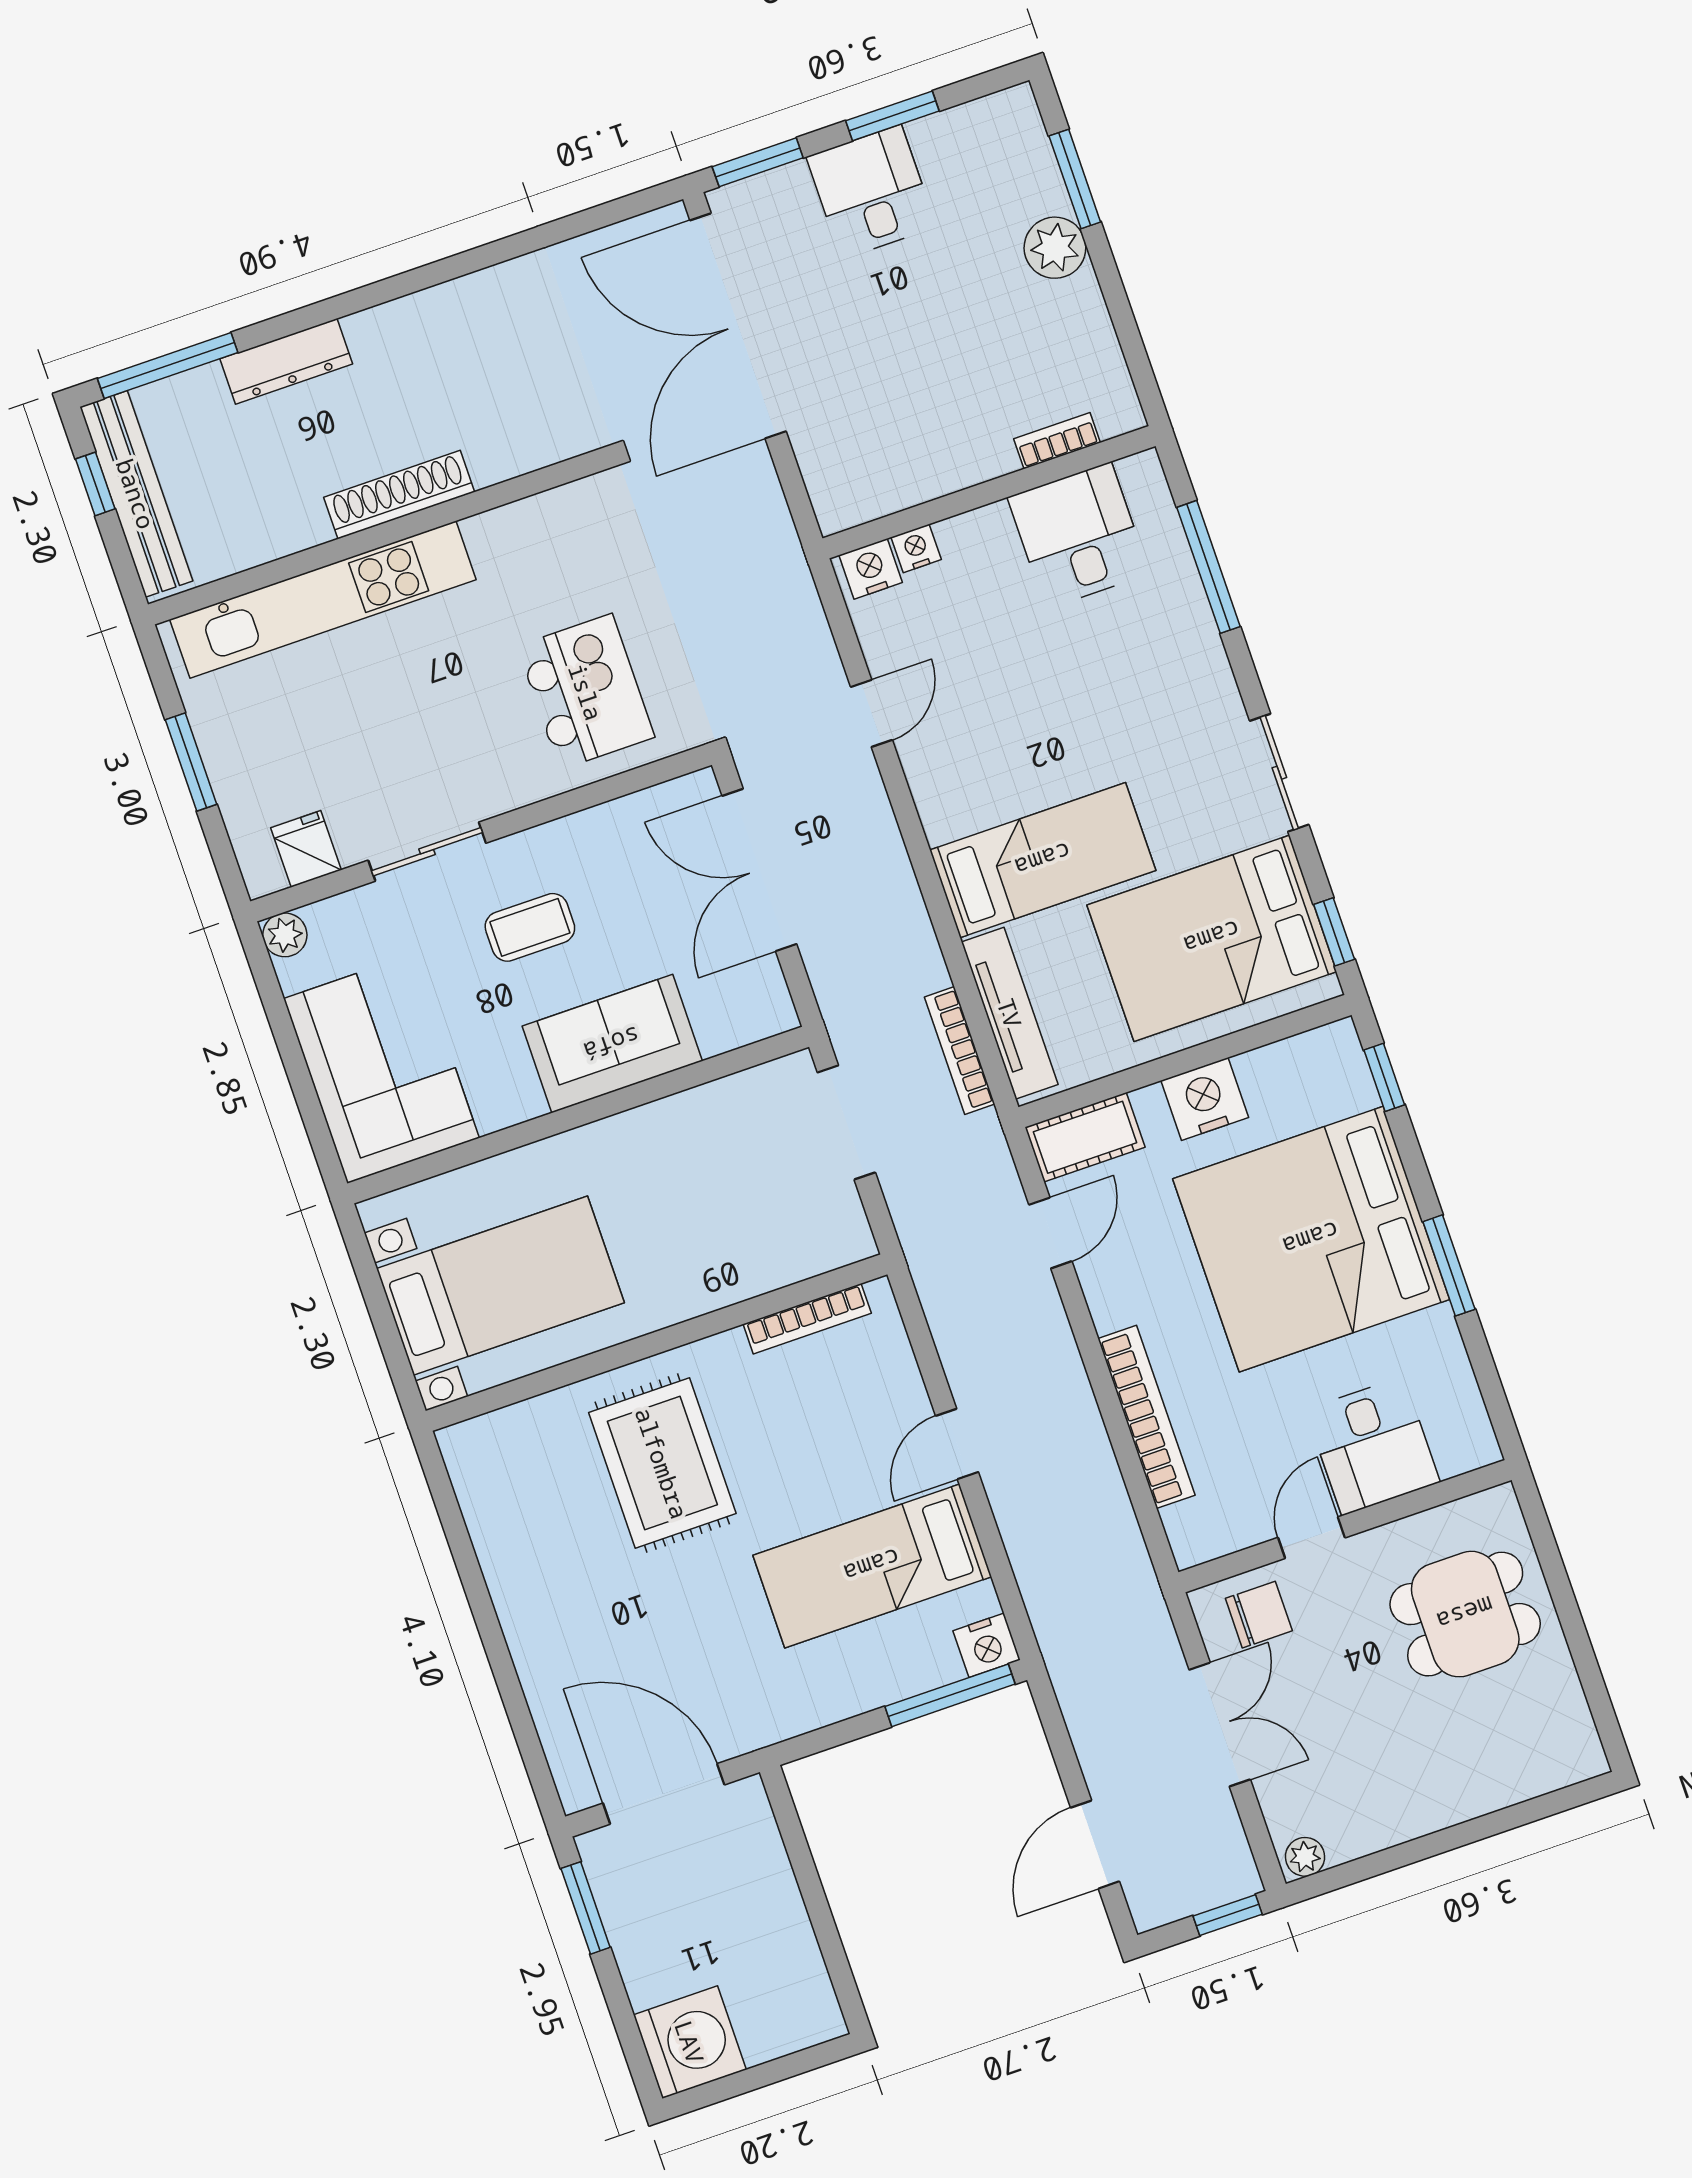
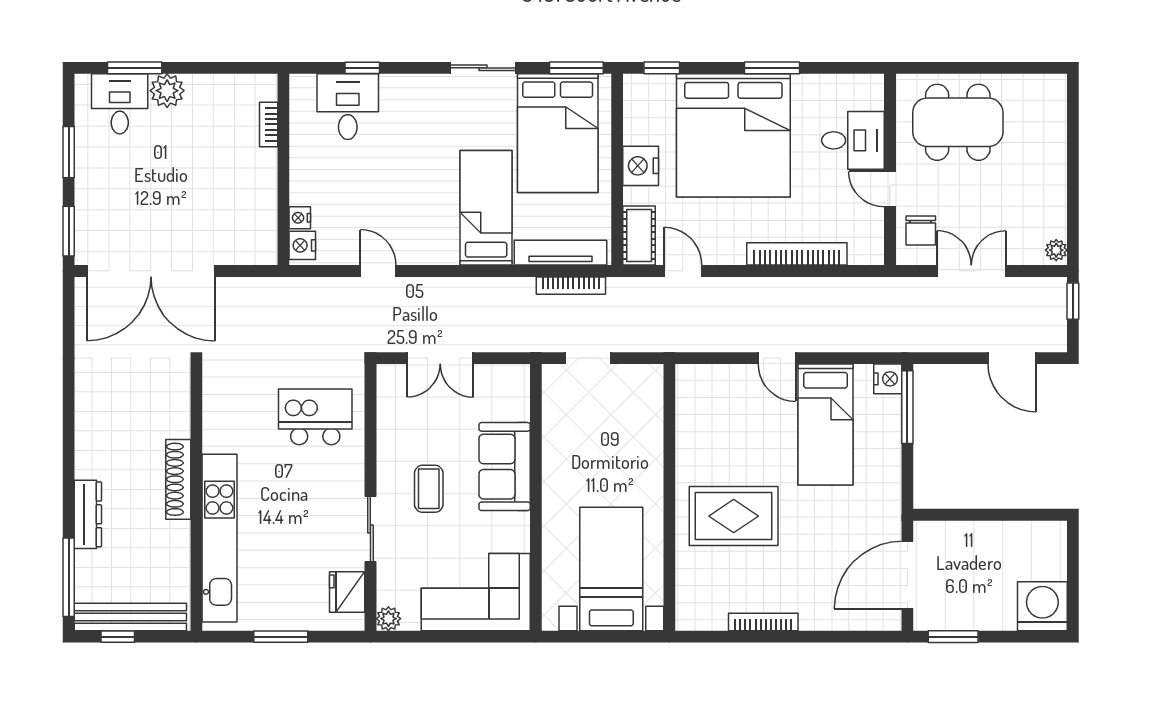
desk: (871, 192) -> (120, 104), moved, turned 90
desk: (1078, 535) -> (348, 107), moved, turned 90
window: (1208, 567) -> (362, 68), width x0.46
fridge: (306, 849) -> (347, 592), width x1.38
double door: (759, 870) -> (440, 358), width x0.73
window: (1334, 932) -> (576, 68), width x1.50
doorway: (846, 1122) -> (588, 358), width x0.73
bookcase: (807, 1319) -> (763, 622), moved, turned -90
dining table: (1465, 1614) -> (958, 122), width x1.38
chair: (1259, 1615) -> (921, 231), turned 180

